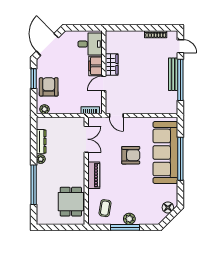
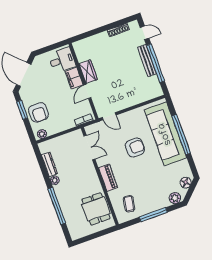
armchair: (49, 87) -> (39, 112), turned 180
plant: (129, 219) -> (175, 198), moved

